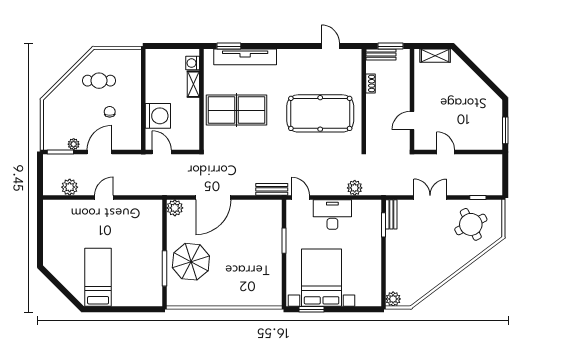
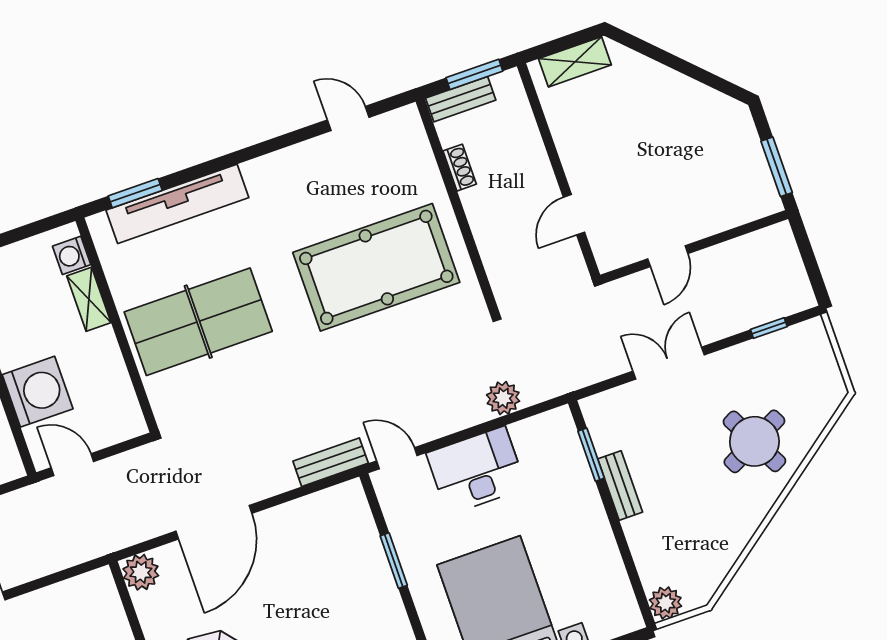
door: (446, 152) -> (668, 256), swing flipped
bench: (391, 214) -> (620, 486), moved
round table: (471, 224) -> (754, 441), moved

